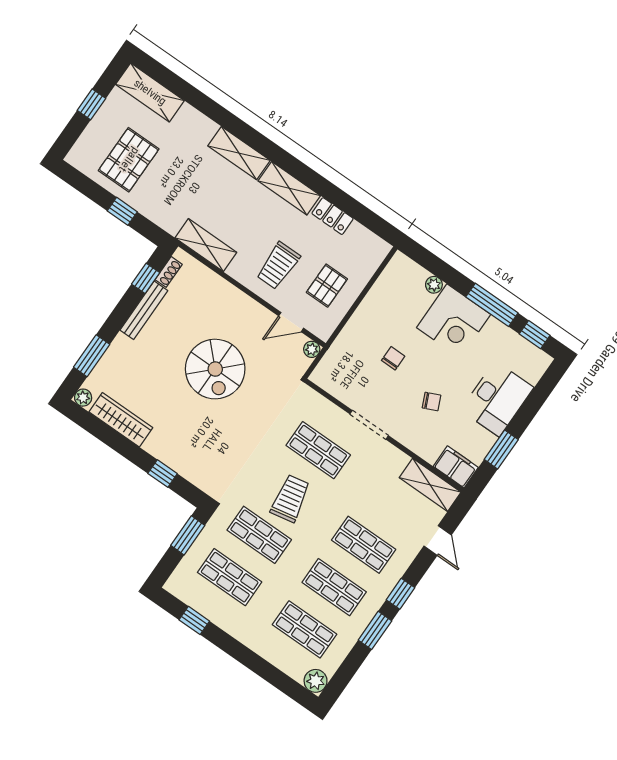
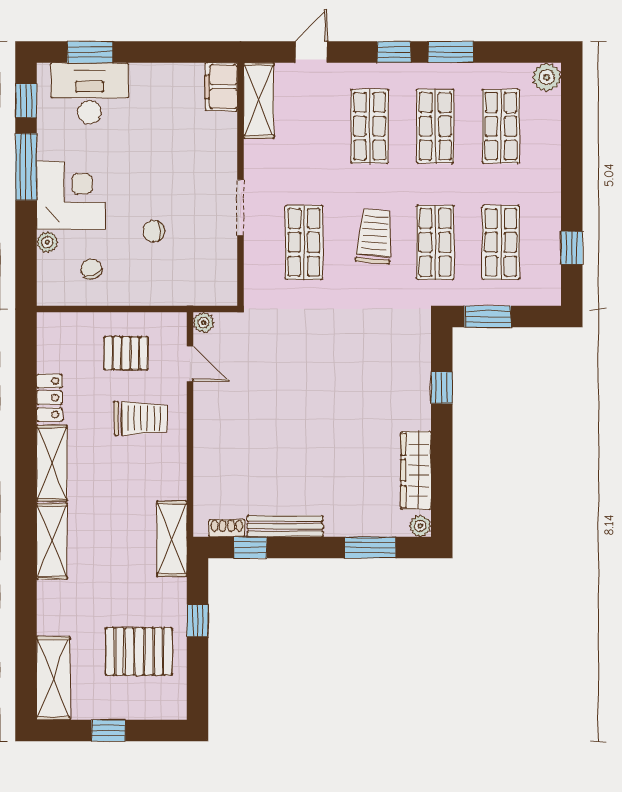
shelving: (206, 245) -> (172, 539), moved
spiral stairs: (215, 369) -> (294, 409), removed
desk: (497, 399) -> (90, 93), moved
chair: (431, 401) -> (91, 269), moved
window: (501, 449) -> (90, 52), moved
trolley: (290, 498) -> (375, 236), turned 106

